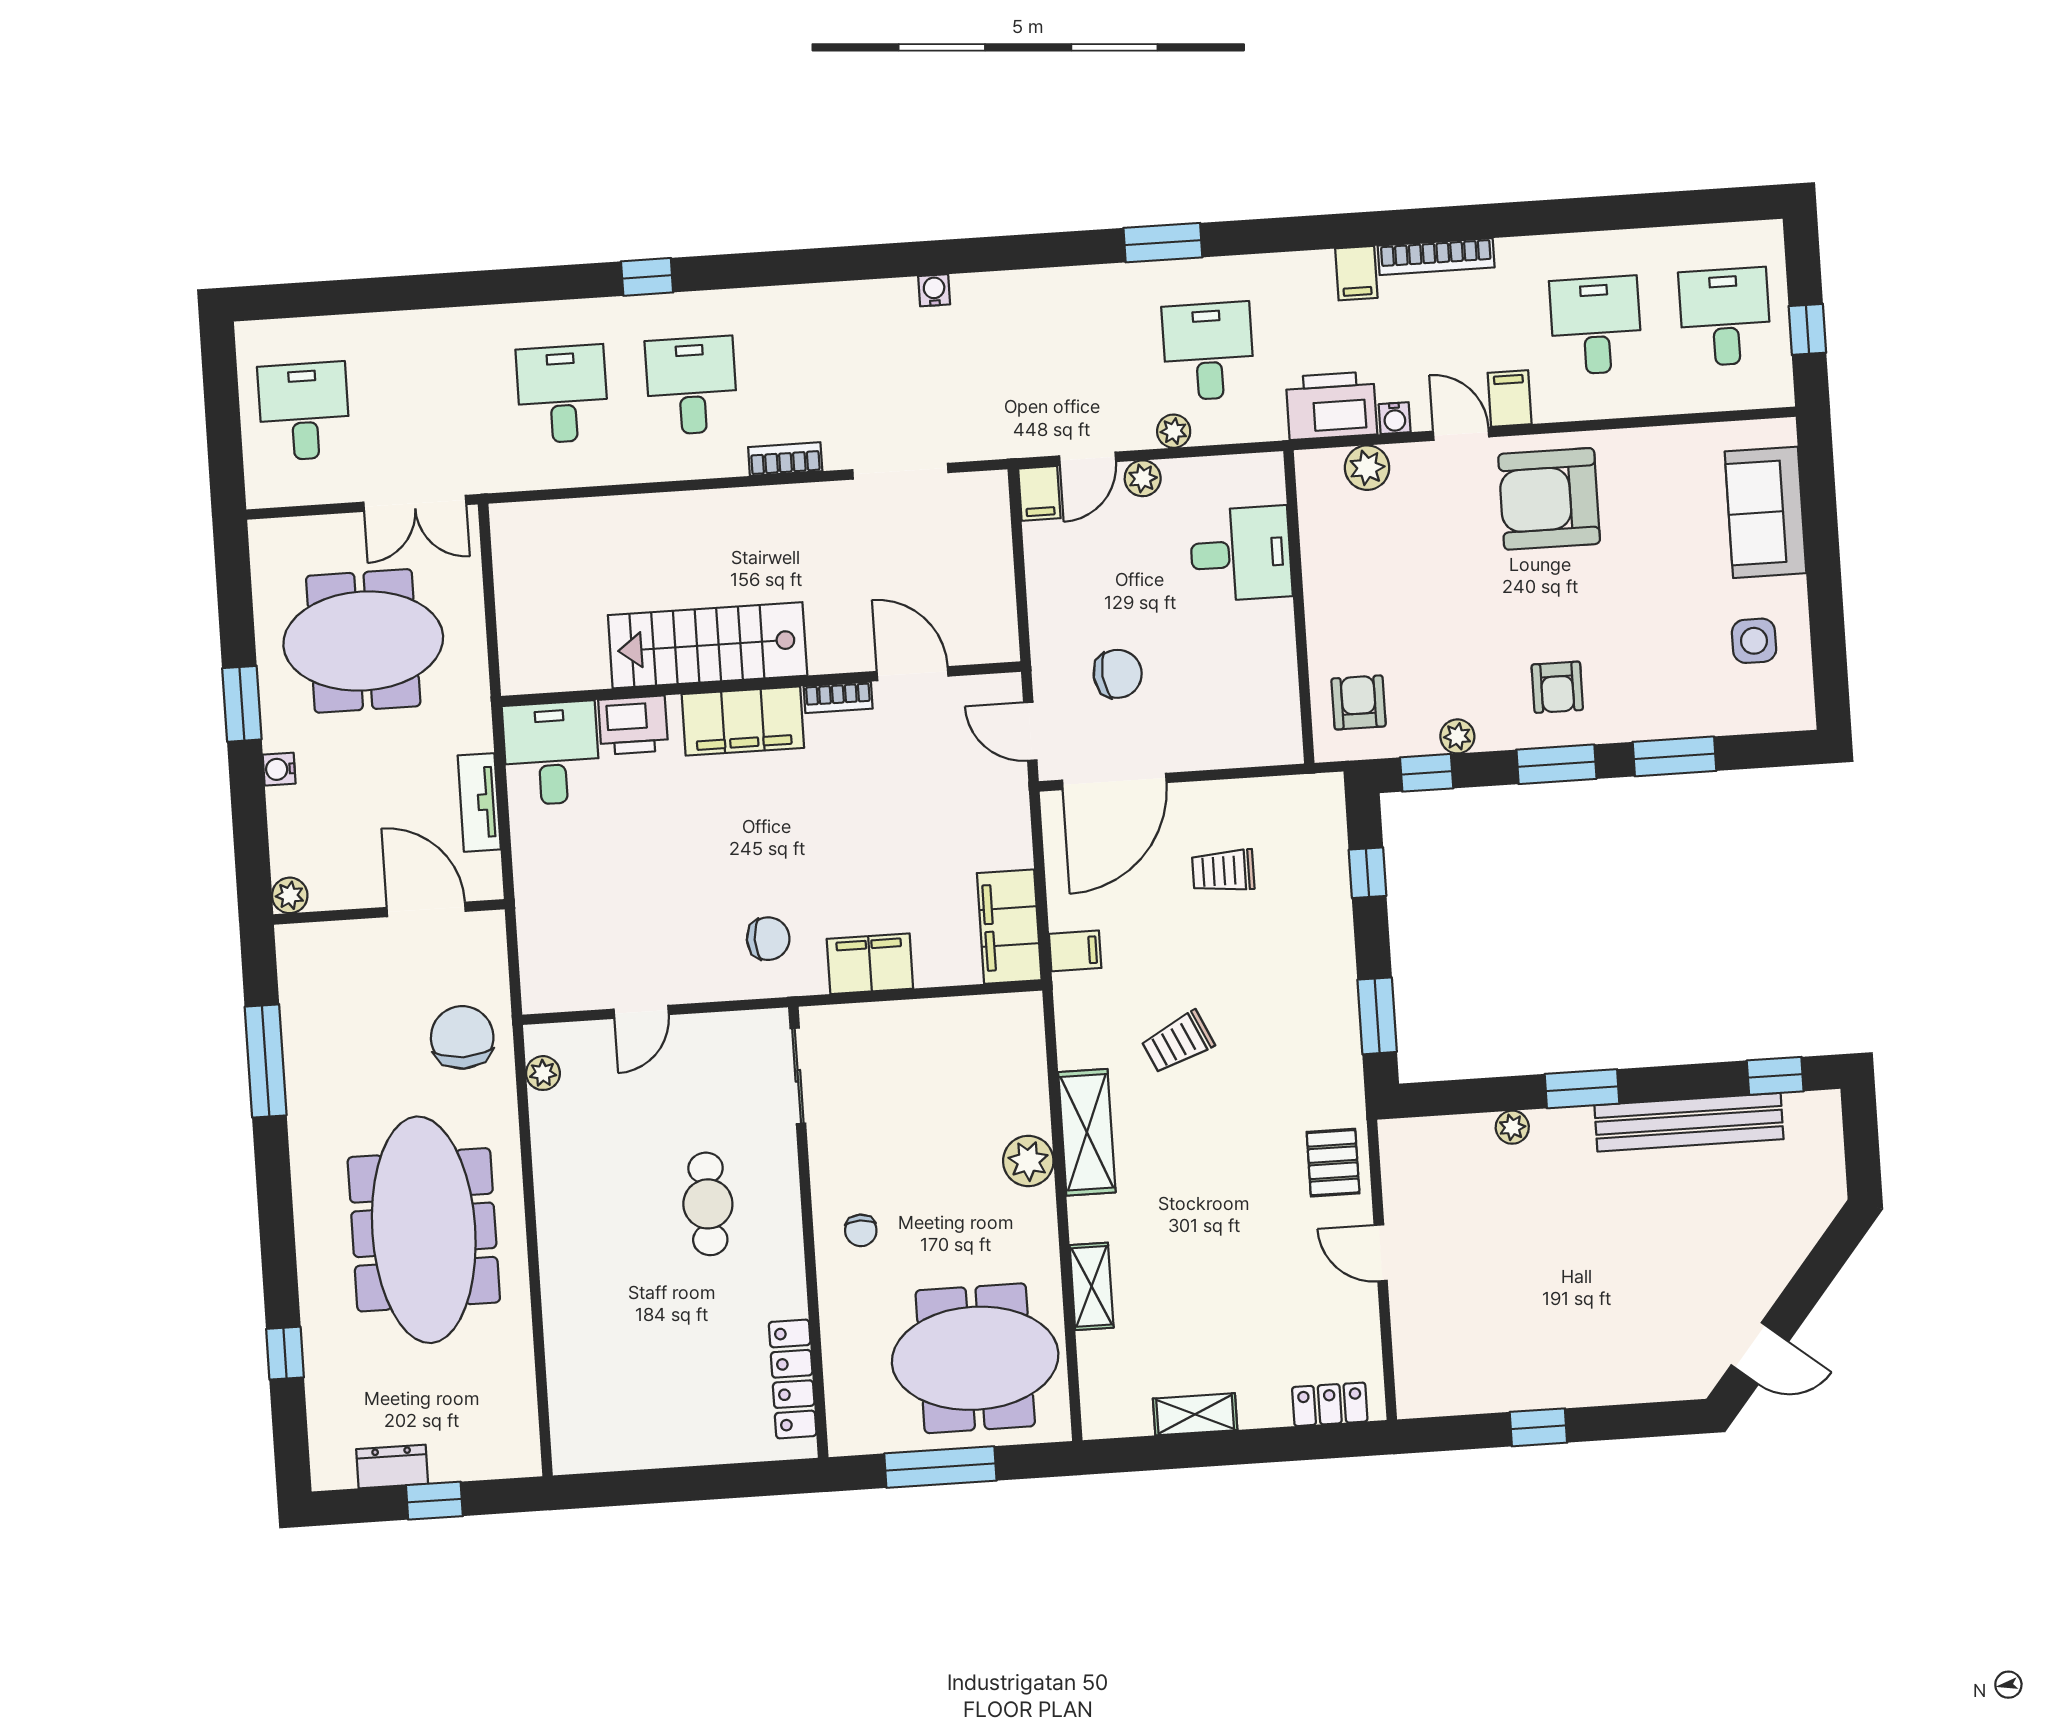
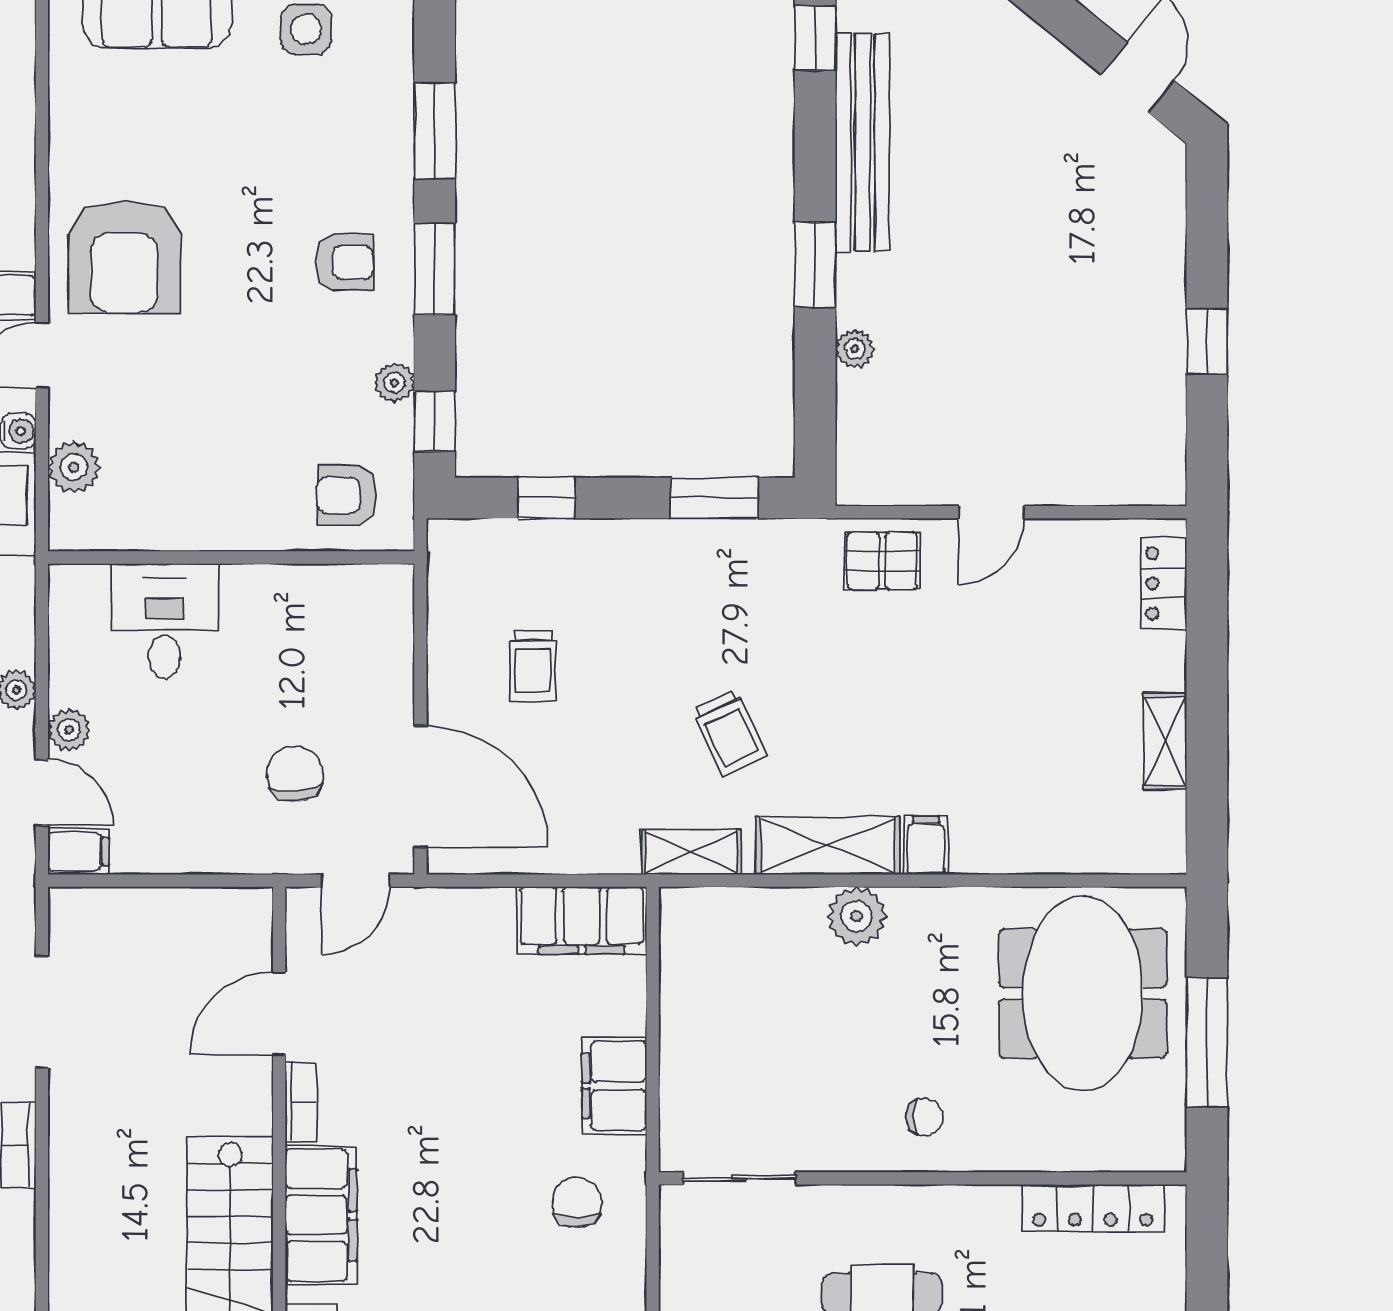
filing cabinet: (1075, 951) -> (926, 845), moved
shelving: (1092, 1286) -> (691, 852), moved

